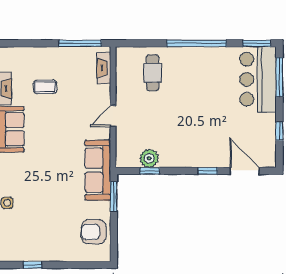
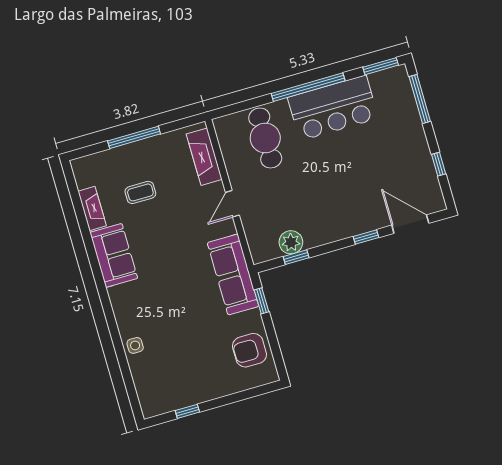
window: (80, 43) -> (134, 137), moved
fireplace: (104, 68) -> (204, 157), width x1.37, depth x1.32
cafe table: (153, 73) -> (265, 138), width x1.37, depth x1.35
bar counter: (258, 79) -> (333, 108), moved, turned -90
window: (114, 197) -> (262, 301), width x0.67

